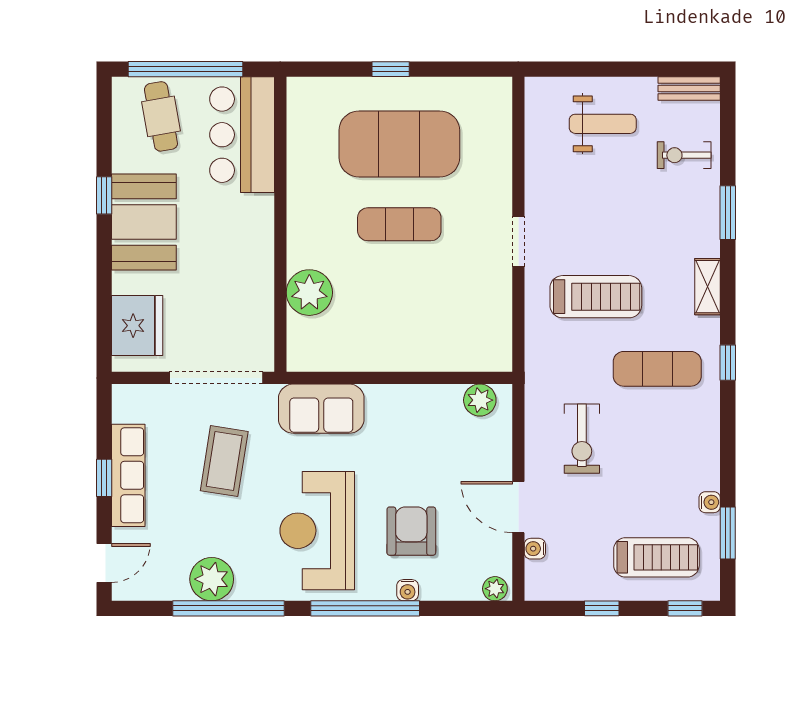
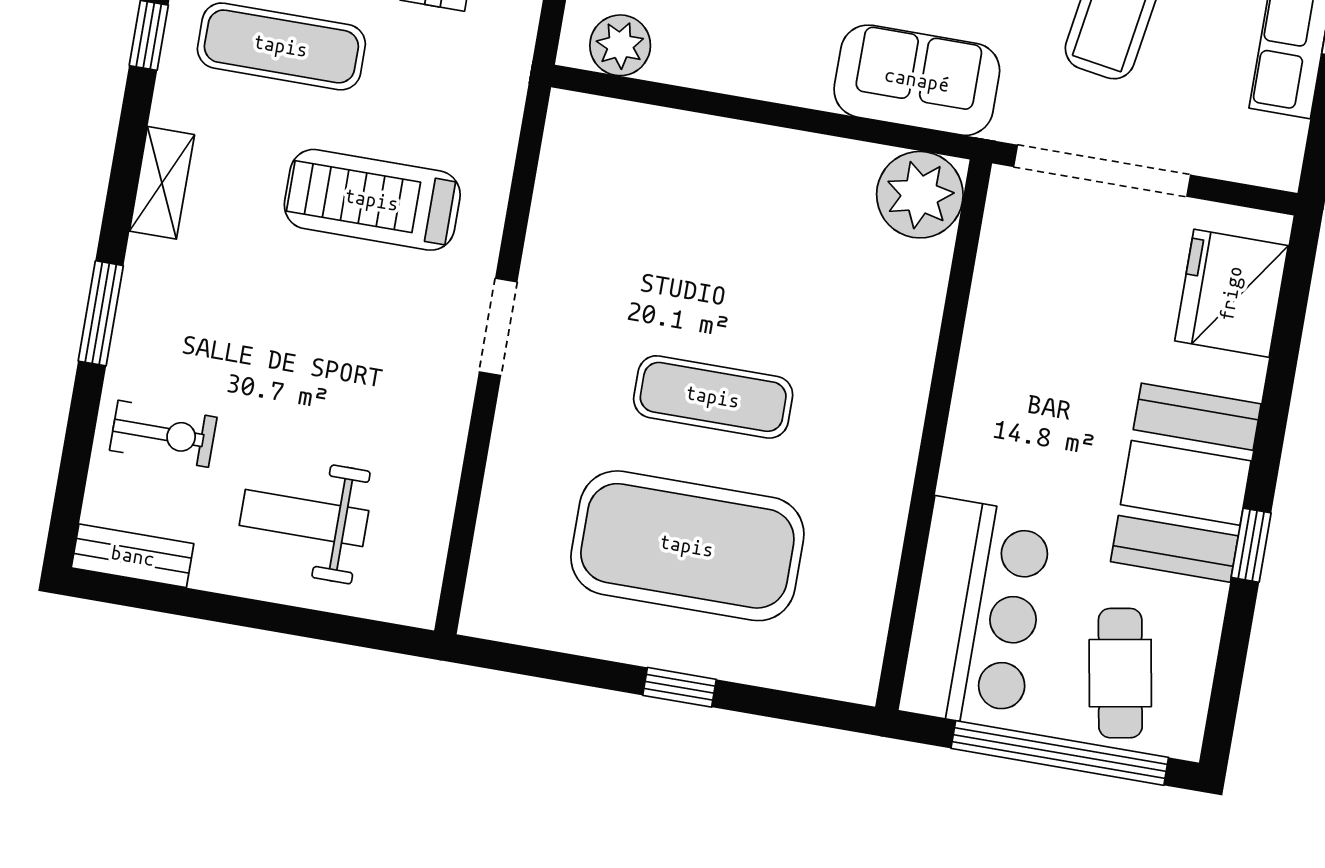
plant: (309, 293) -> (920, 195), moved

